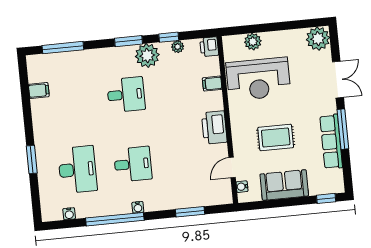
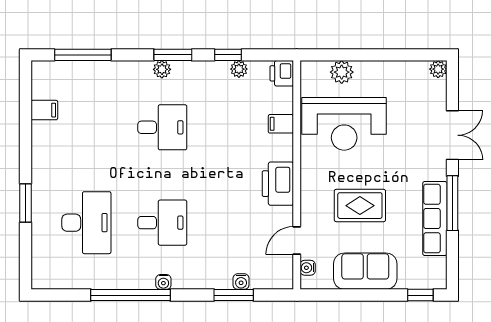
plant: (318, 39) -> (438, 69), width x0.53, depth x0.53
plant: (147, 56) -> (162, 69), moved, width x0.53, depth x0.53
water cooler: (69, 214) -> (241, 282), moved

